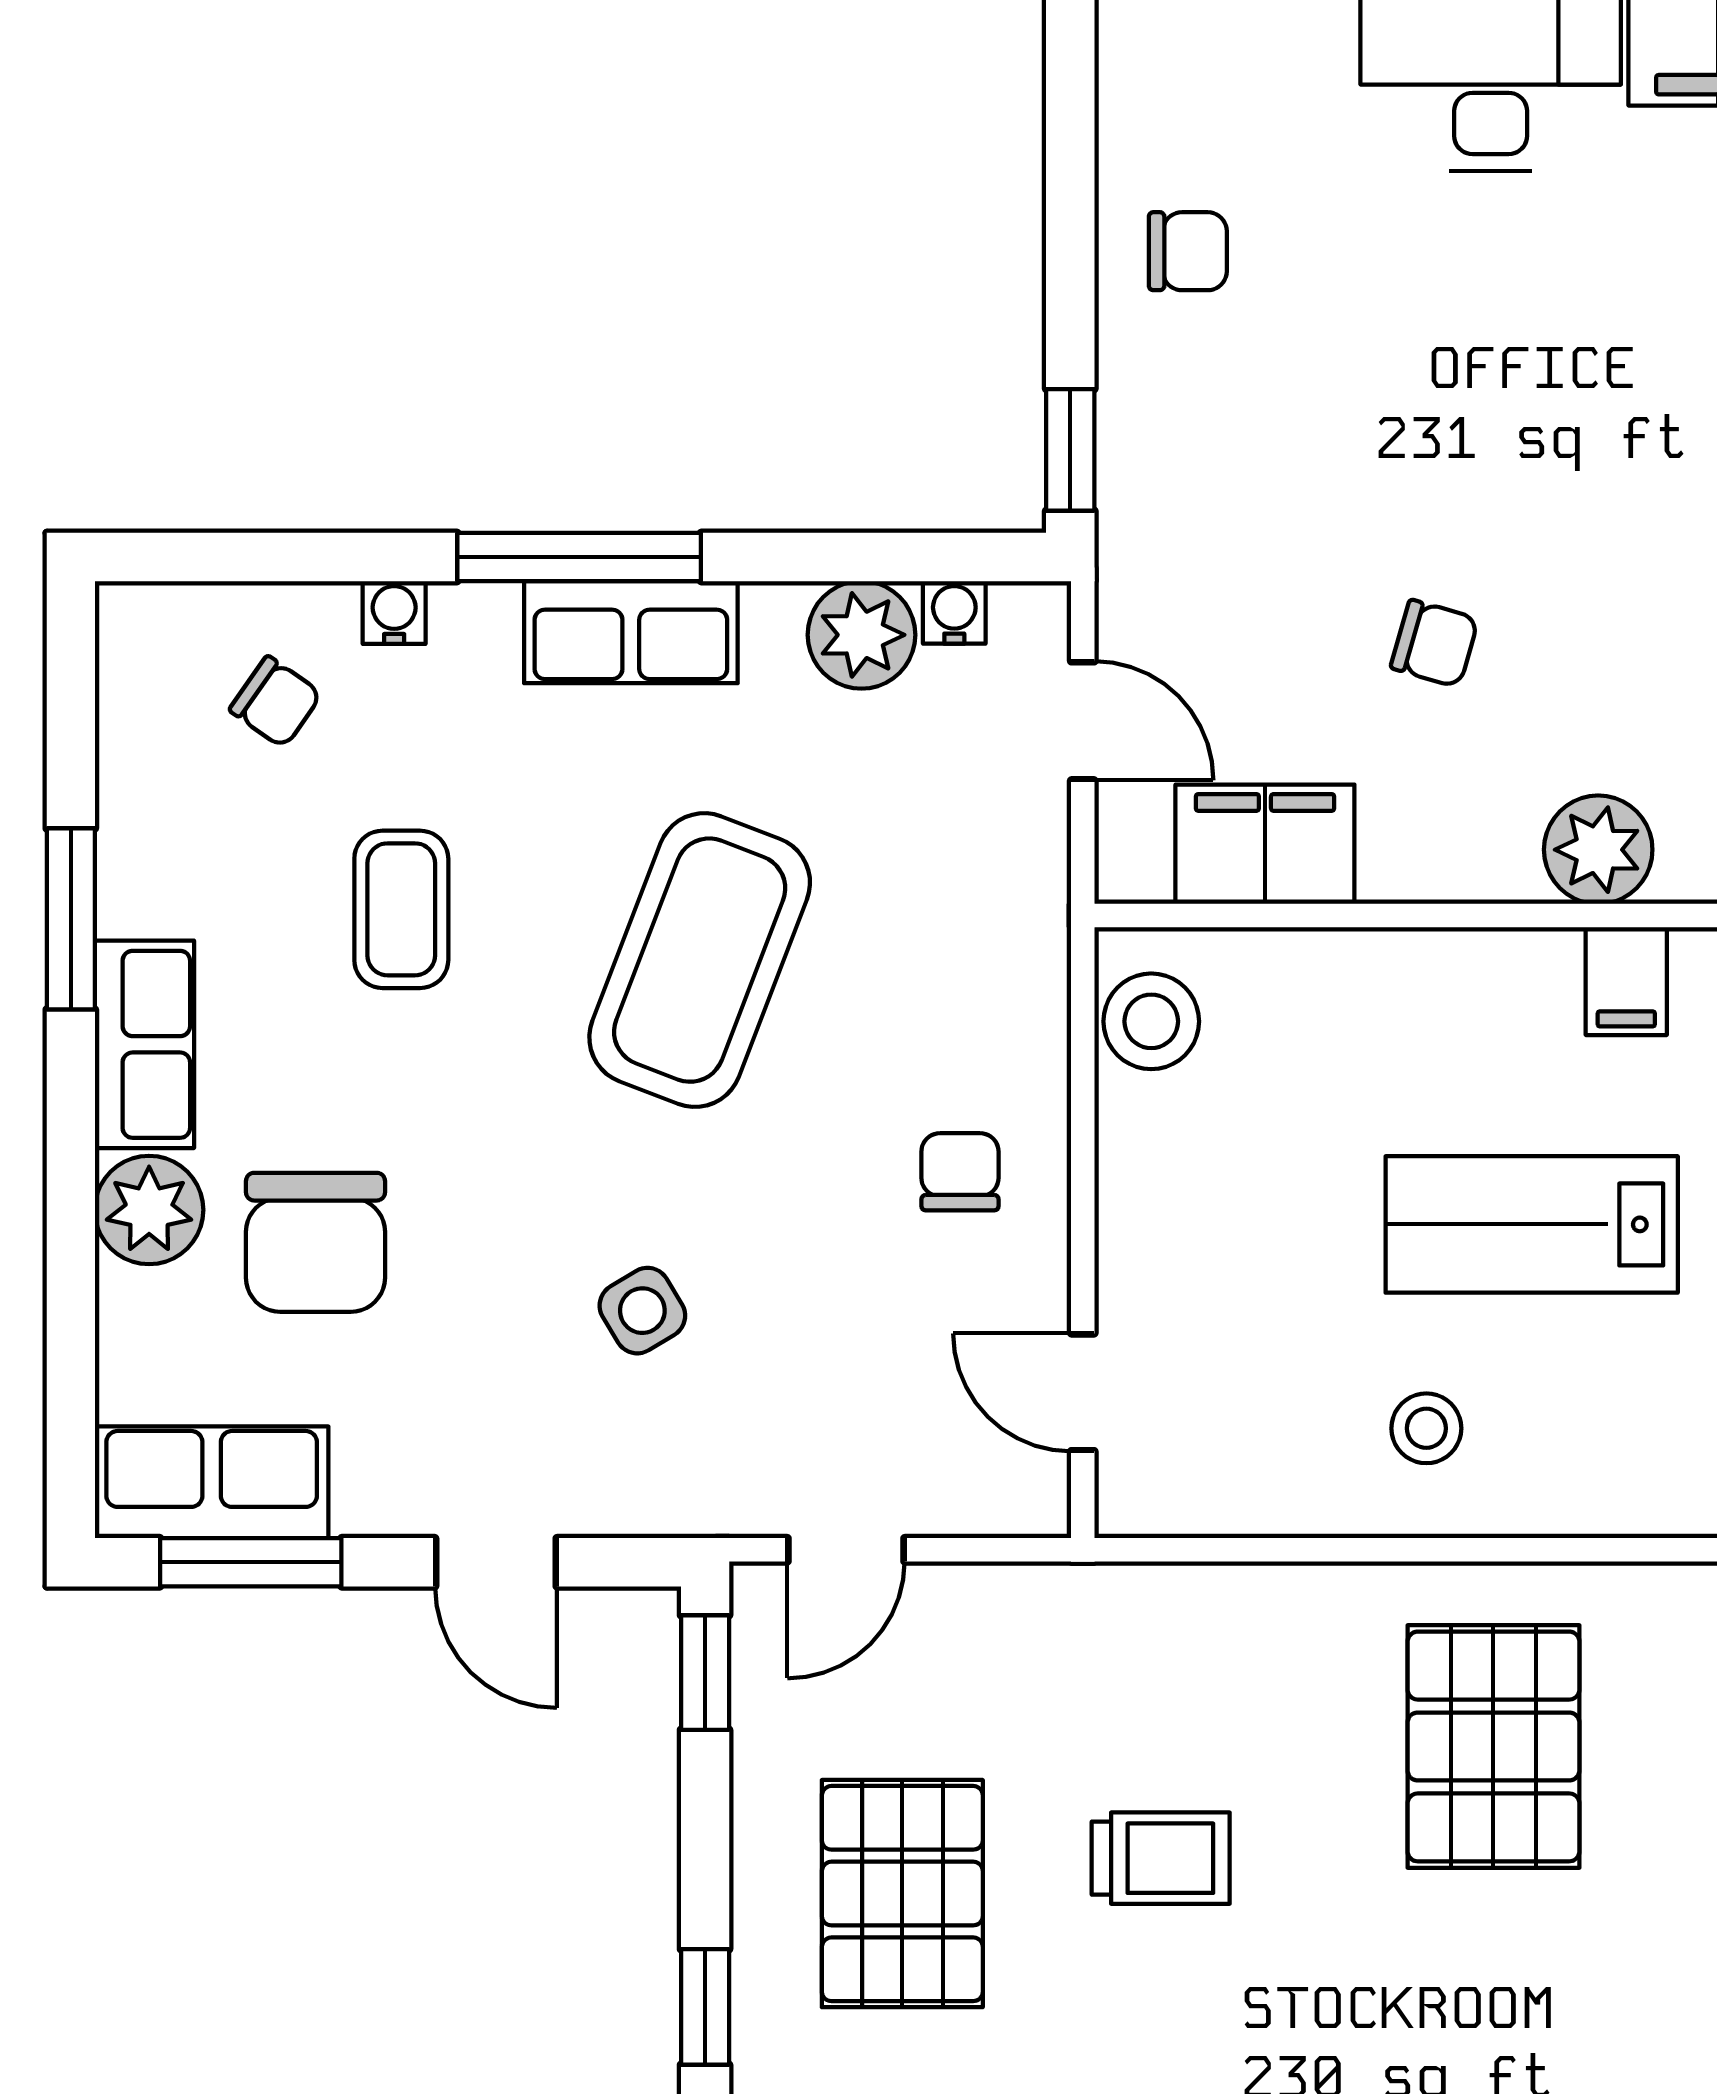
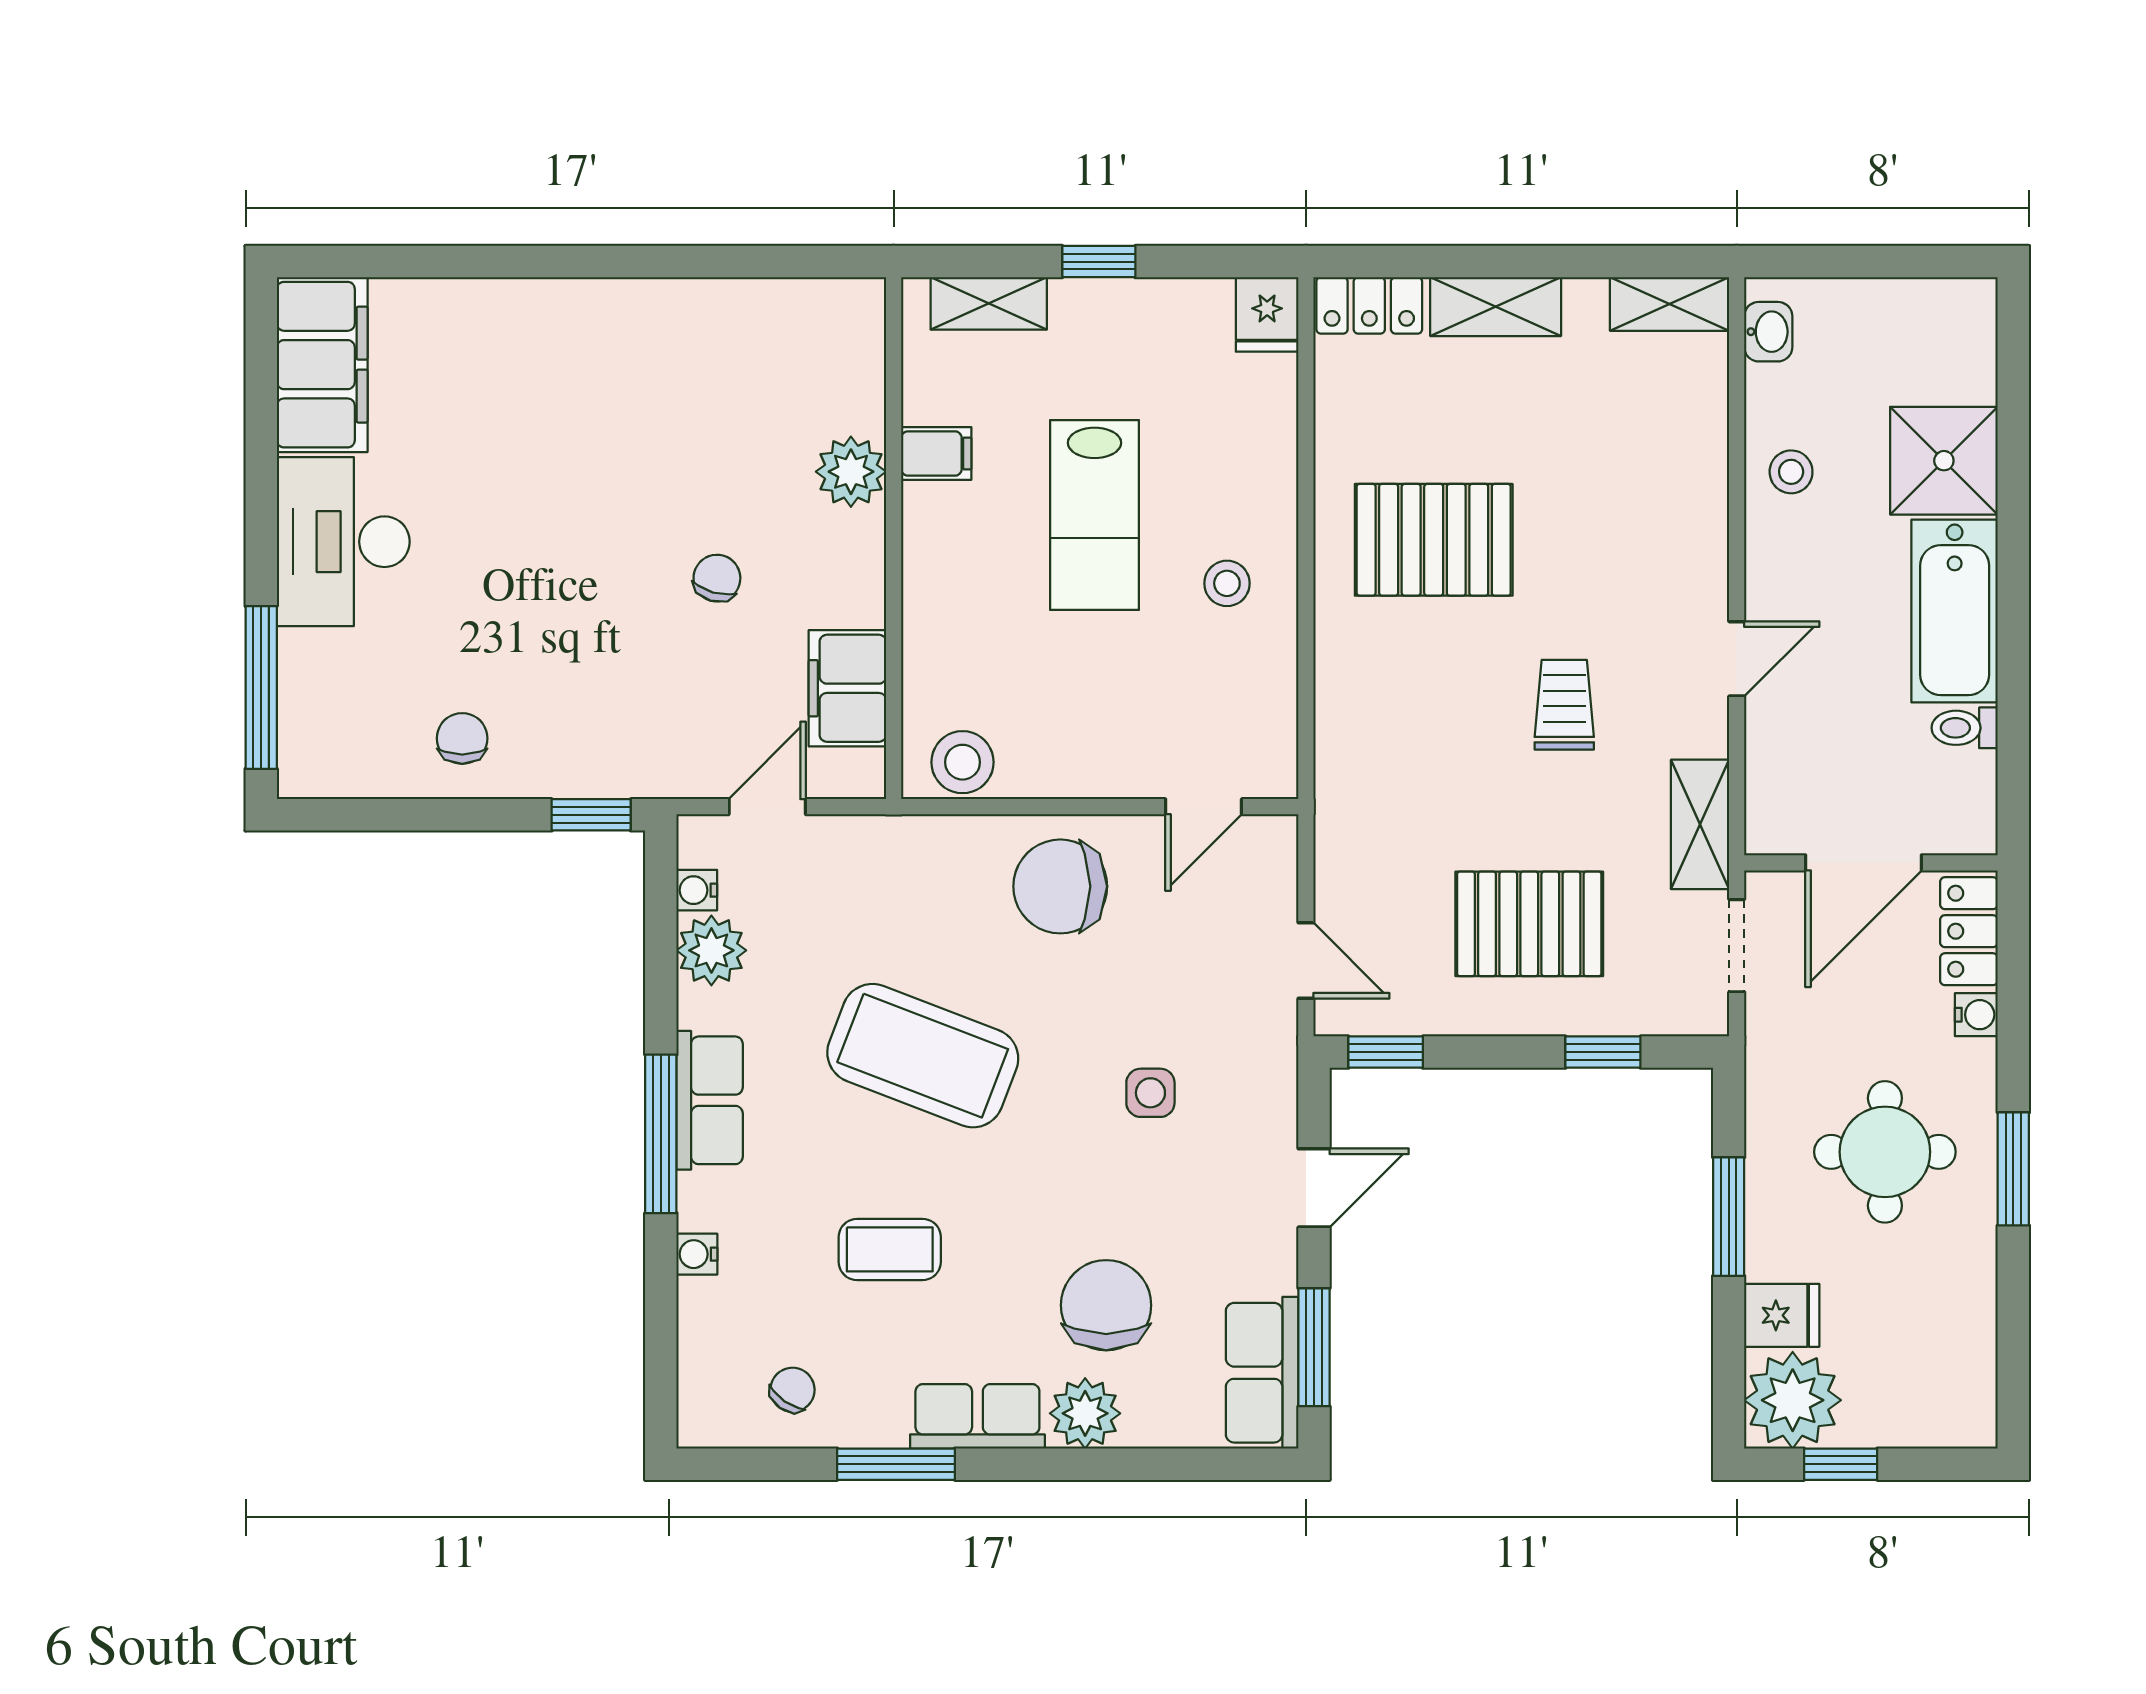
chair: (276, 702) -> (792, 1390), moved
chair: (960, 1172) -> (1060, 886), width x1.87, depth x1.87
chair: (315, 1242) -> (1106, 1305), turned -90
side table: (642, 1311) -> (1150, 1093), turned 31
trolley: (1161, 1858) -> (1564, 705), moved

